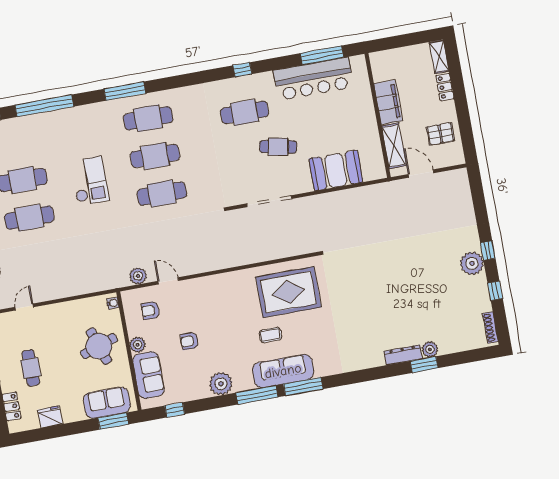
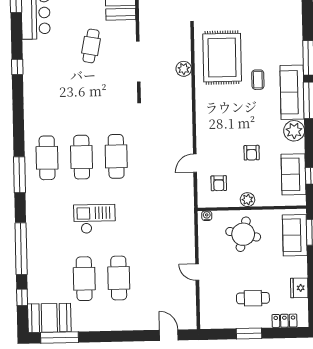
cafe table: (245, 112) -> (56, 71), removed
plant: (138, 276) -> (184, 69), moved
door: (24, 307) -> (197, 272), moved
round table: (99, 346) -> (243, 234), turned 32
sofa: (283, 371) -> (292, 92), moved
sofa: (148, 375) -> (294, 174), moved, turned -90

